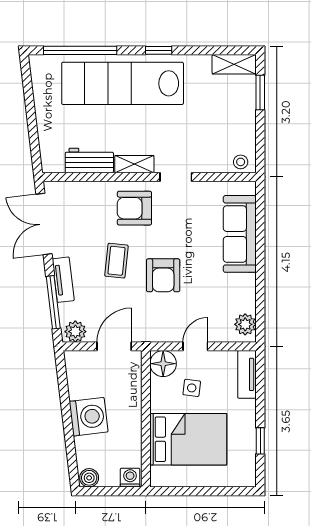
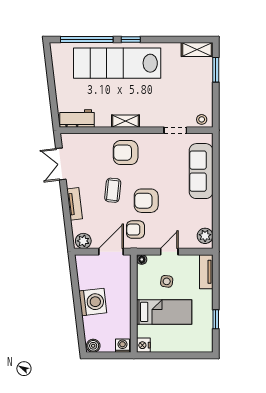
window: (159, 50) -> (131, 40), moved
workbench: (89, 160) -> (77, 118), moved
doorway: (176, 177) -> (175, 130), moved
double door: (44, 224) -> (61, 164), width x0.73
armchair: (163, 275) -> (146, 201), turned 90
window: (53, 302) -> (67, 220), removed
armchair: (148, 316) -> (135, 230), added
floor lamp: (163, 364) -> (142, 260), width x0.53, depth x0.53
bed: (188, 439) -> (164, 312), width x0.67
nightstand: (159, 477) -> (143, 345), added

